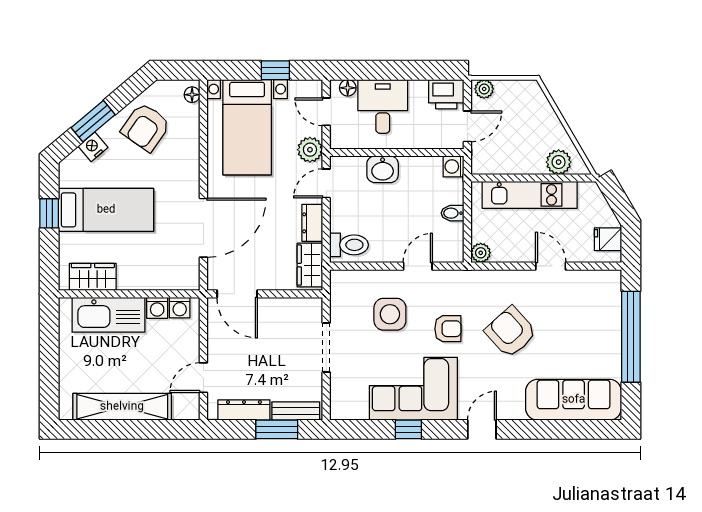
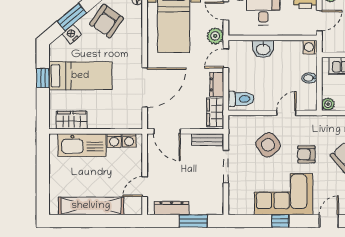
side table: (390, 314) -> (268, 145), turned -38
armchair: (448, 329) -> (306, 154), turned 180
bench: (296, 411) -> (208, 140), moved

